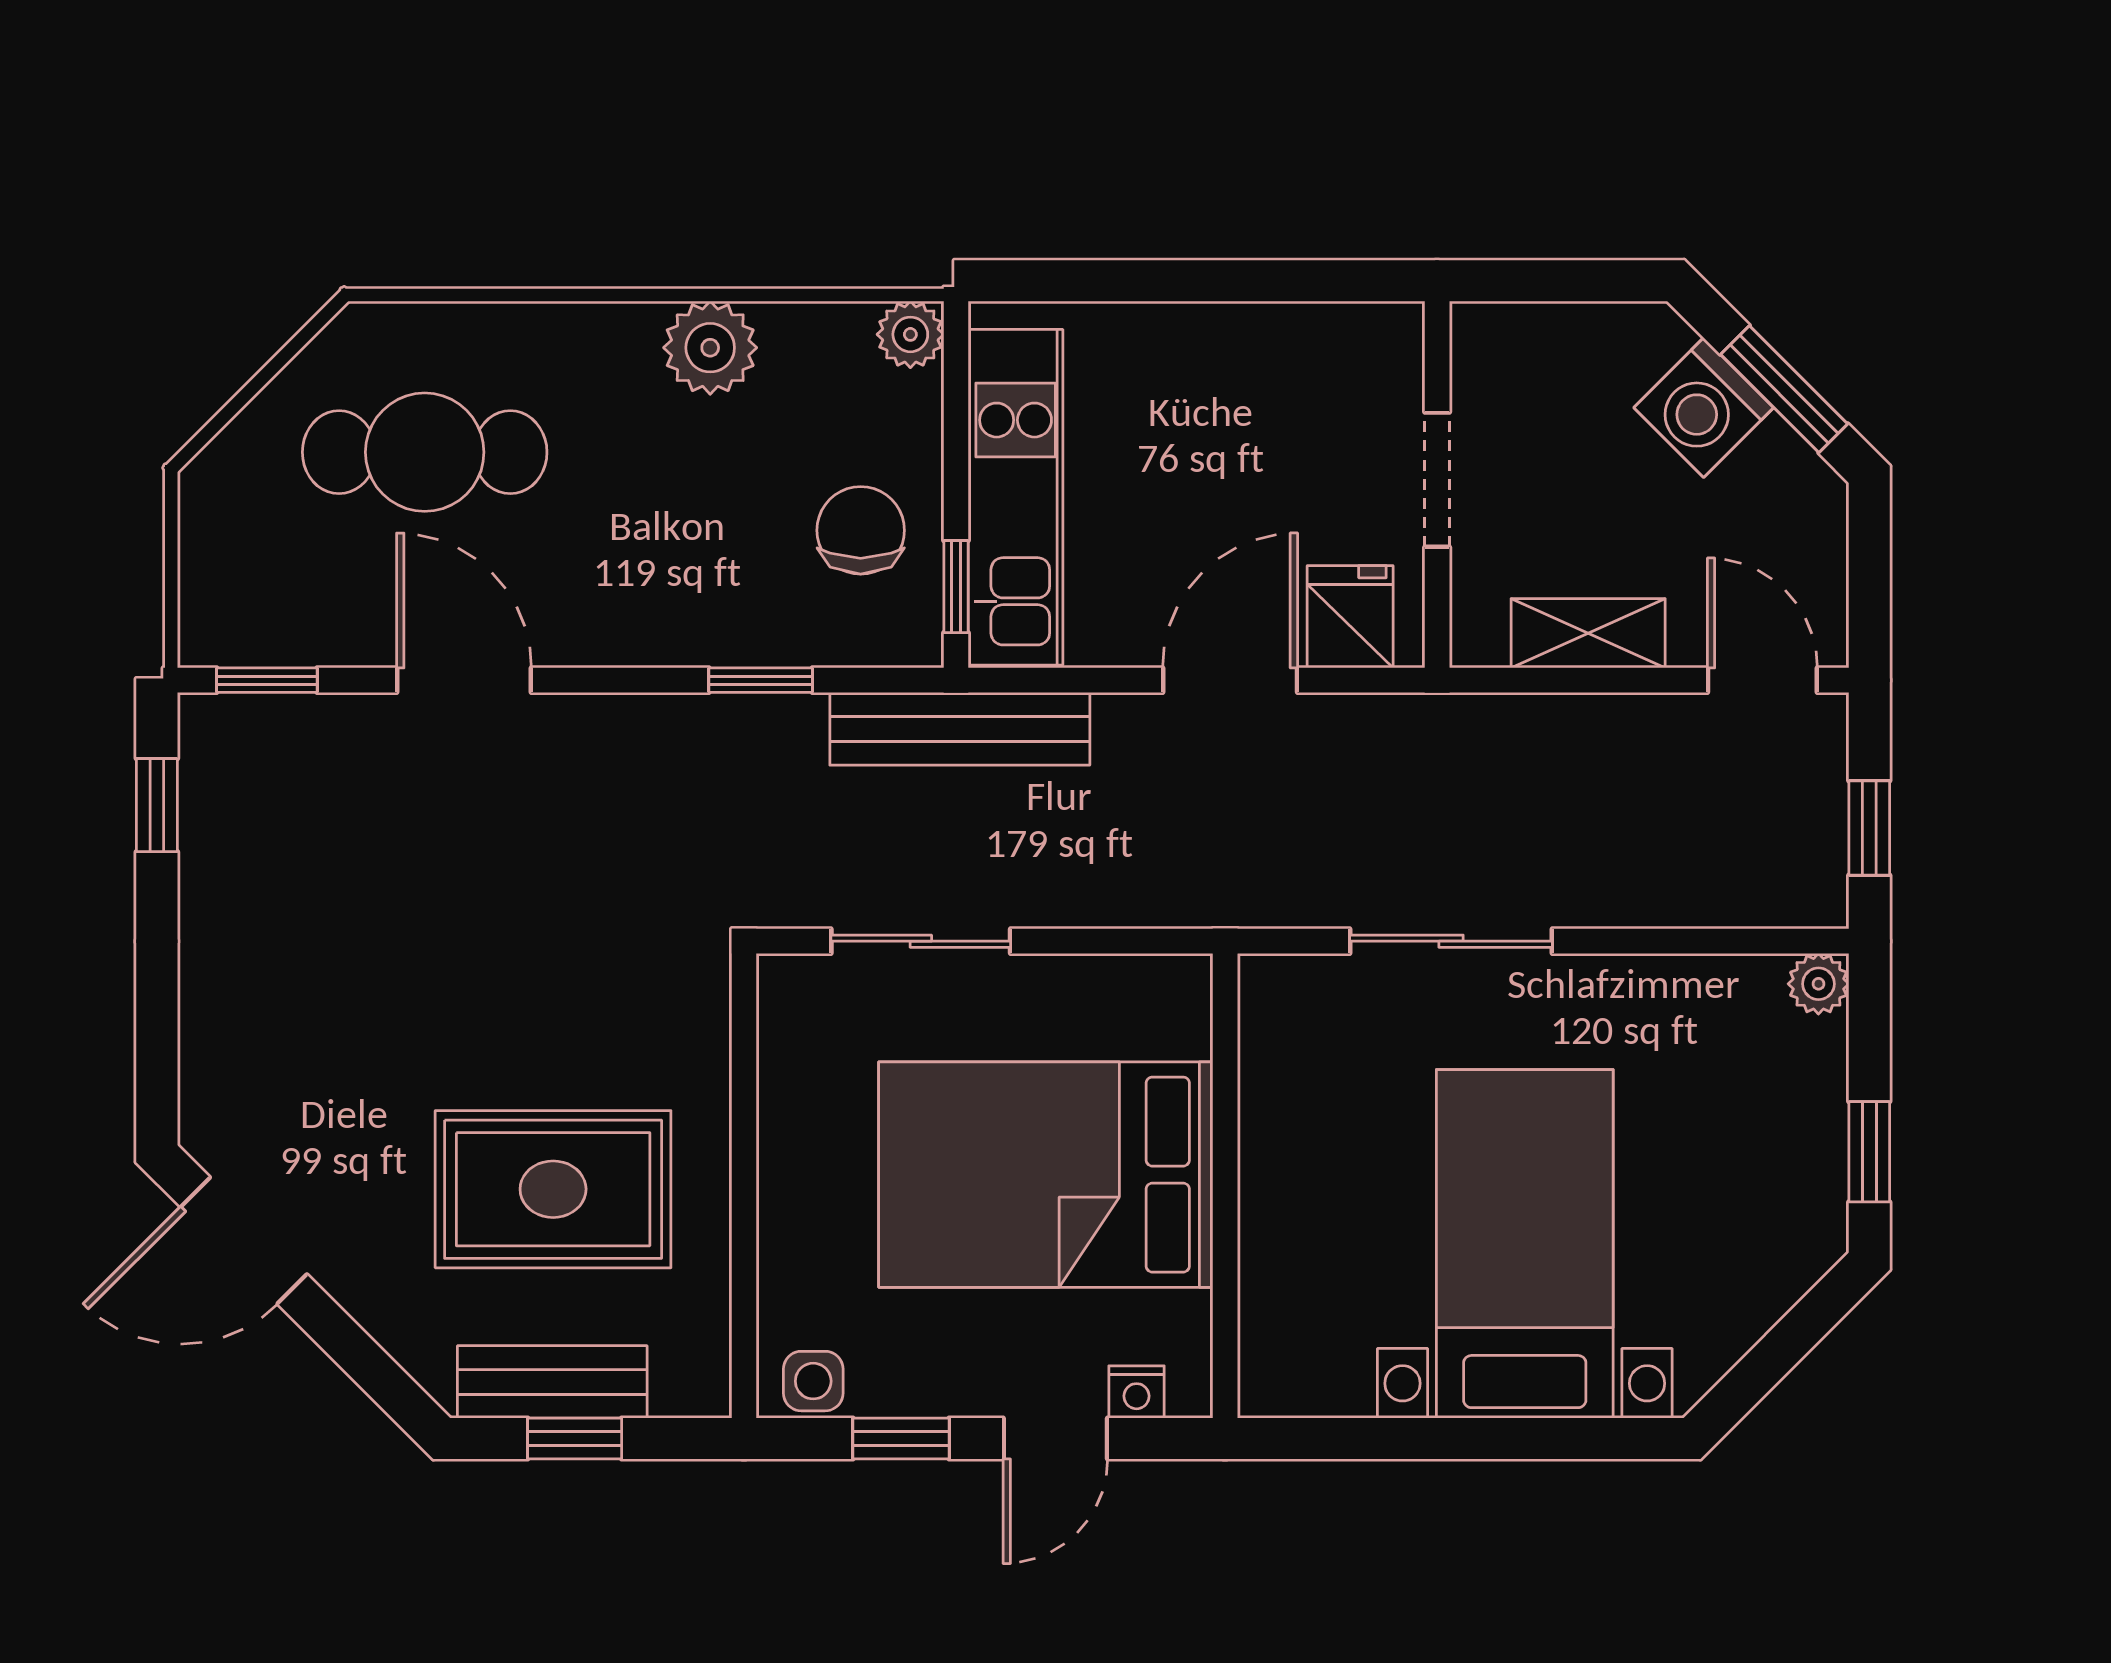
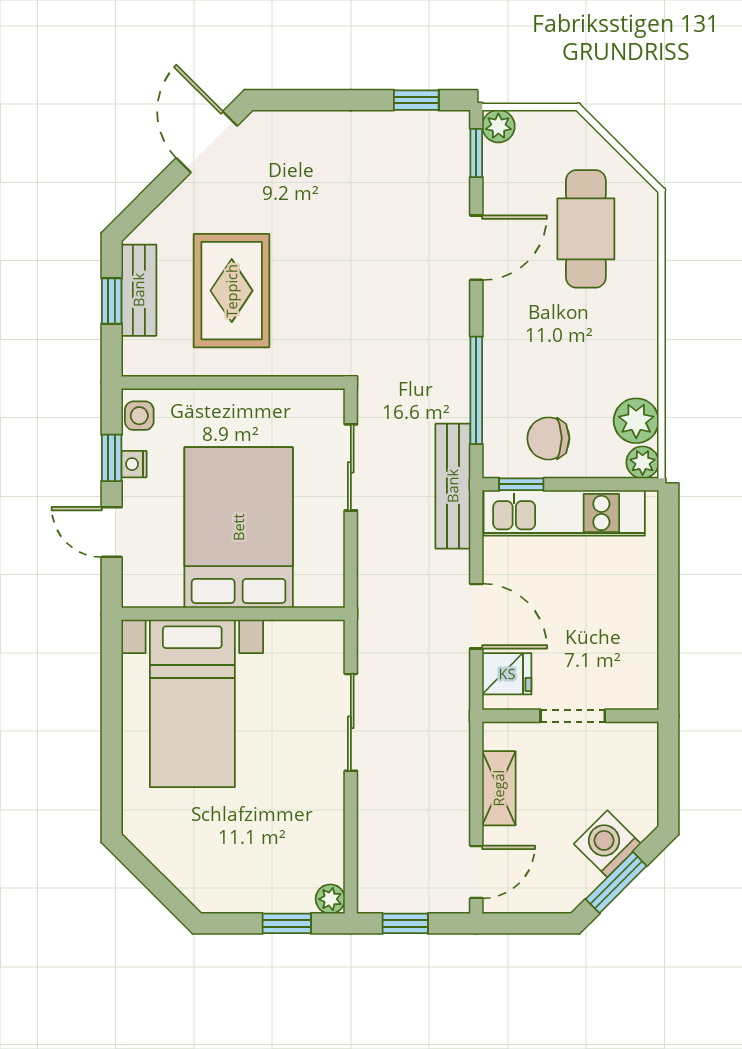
plant: (710, 348) -> (636, 421), moved
chair: (861, 530) -> (548, 438), turned 180
plant: (211, 634) -> (498, 126), added
window: (761, 680) -> (476, 390), width x2.17
window: (1869, 1152) -> (287, 923), moved
bed with nightstands: (1525, 1244) -> (192, 703), moved, turned 90
nightstand: (1137, 1392) -> (134, 464), moved

